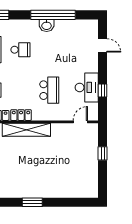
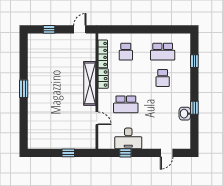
window: (53, 15) -> (194, 108), width x0.32
washbasin: (47, 25) -> (185, 114), moved
door: (80, 122) -> (97, 118), moved

